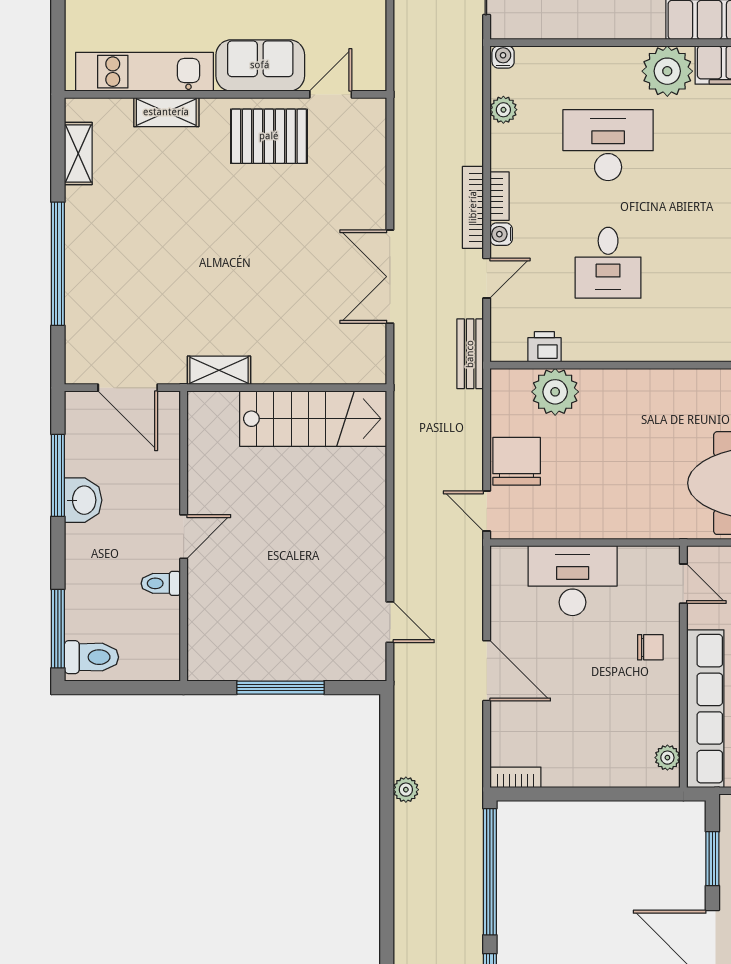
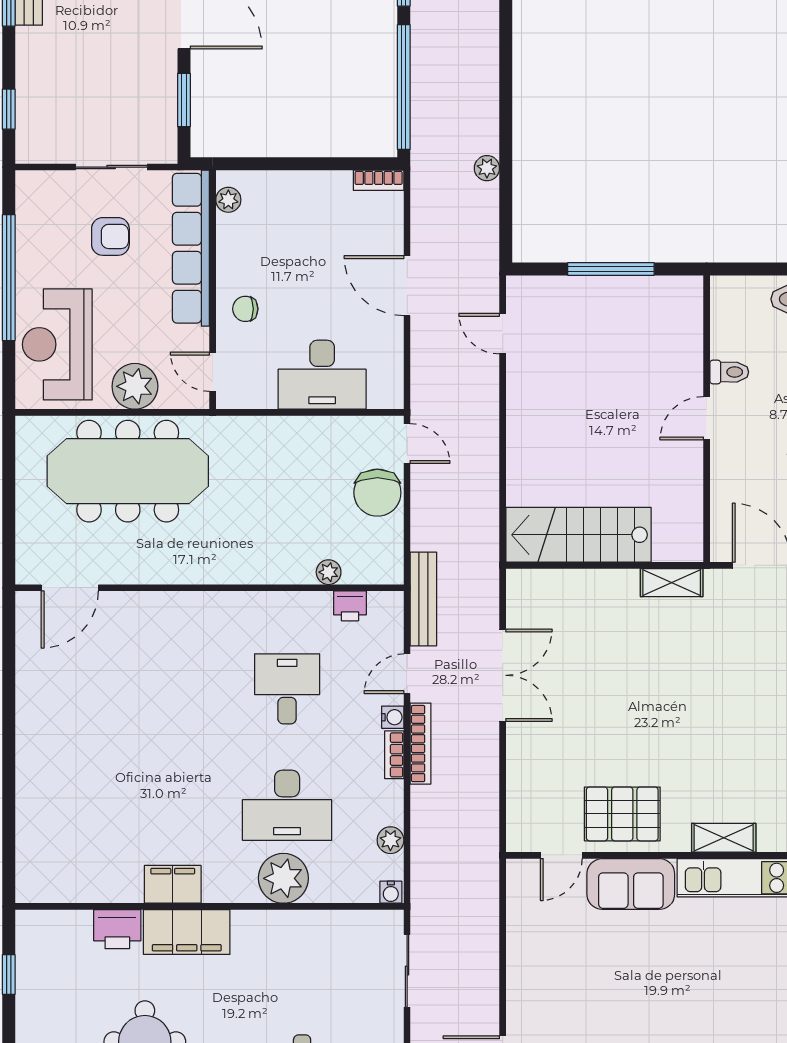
plant: (667, 71) -> (283, 878), moved
bench: (470, 354) -> (423, 599), width x1.36
plant: (555, 392) -> (329, 572), width x0.53, depth x0.53

